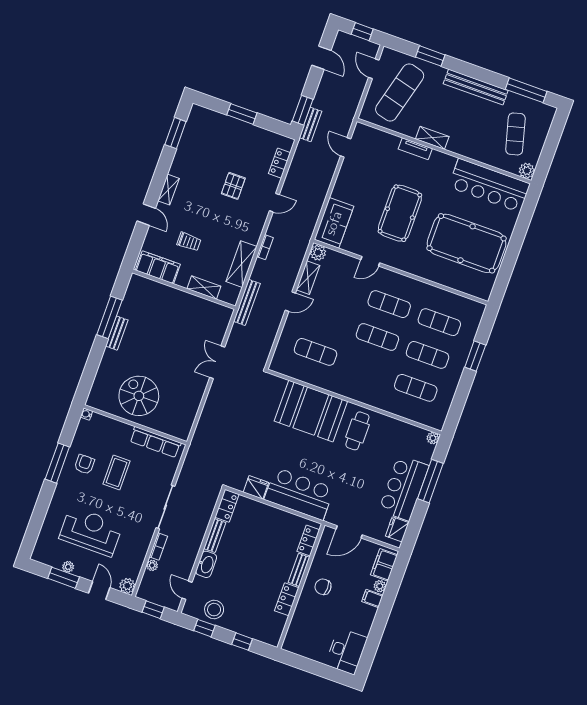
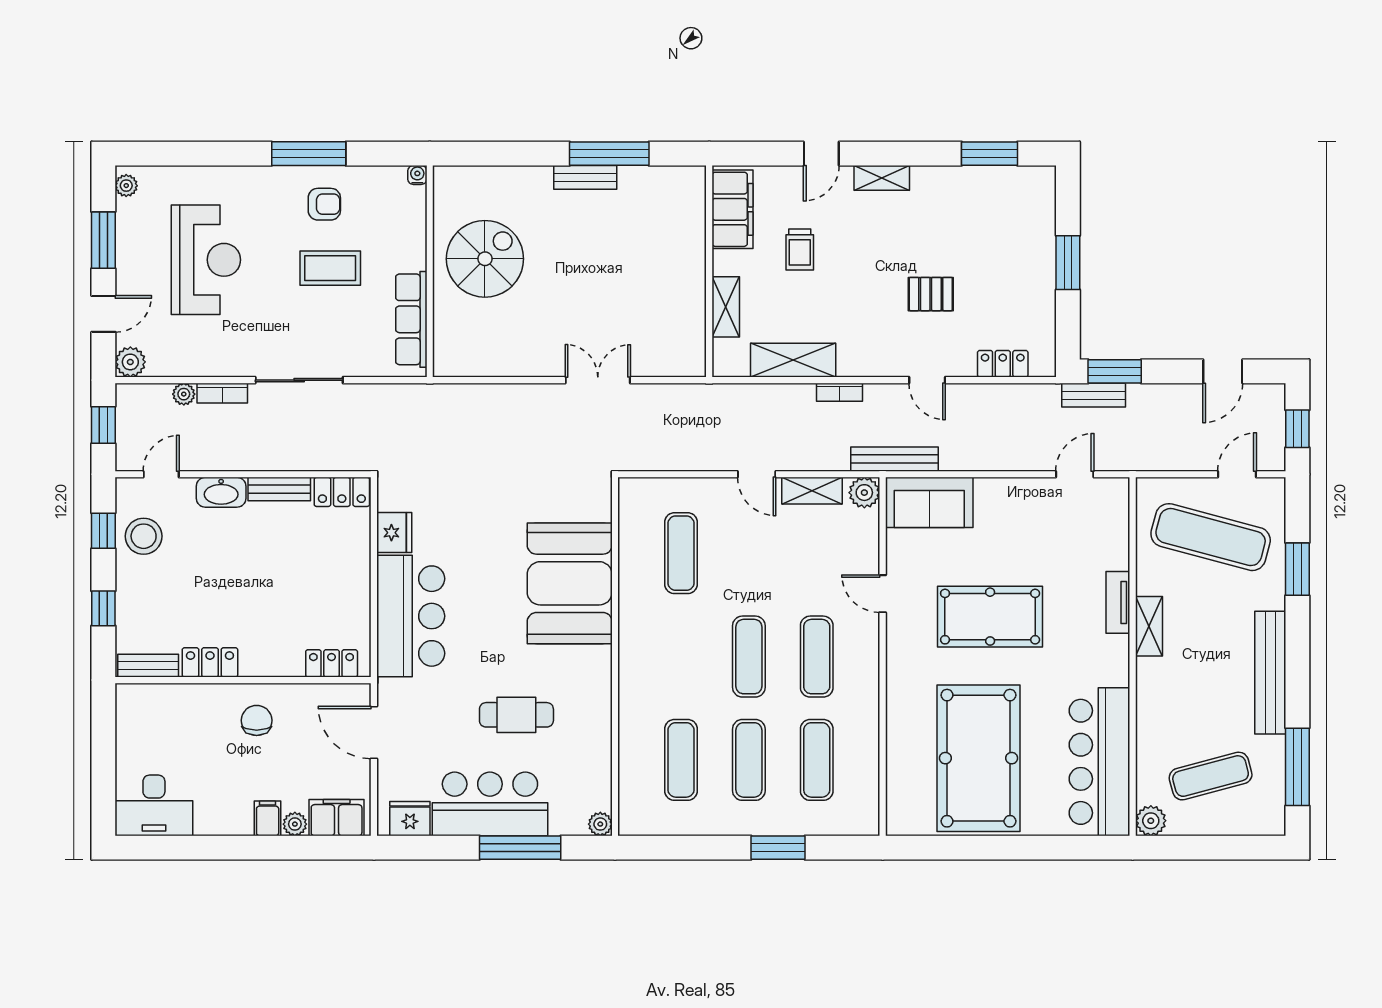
bench: (247, 302) -> (894, 459), moved
cafe table: (357, 431) -> (516, 715), moved
plant: (68, 567) -> (126, 186), moved
bench: (299, 570) -> (148, 666), moved

